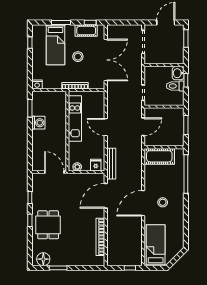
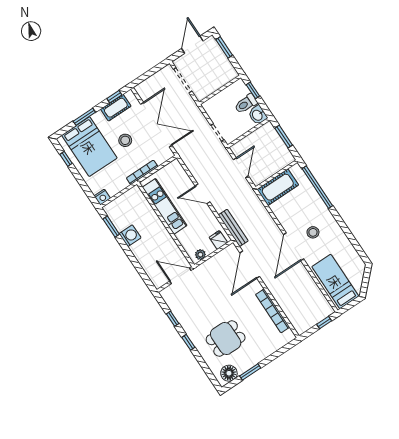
bed: (56, 45) -> (89, 147), width x1.50
washbasin: (178, 73) -> (258, 115), moved
dining table: (48, 225) -> (226, 339), moved, turned 90

